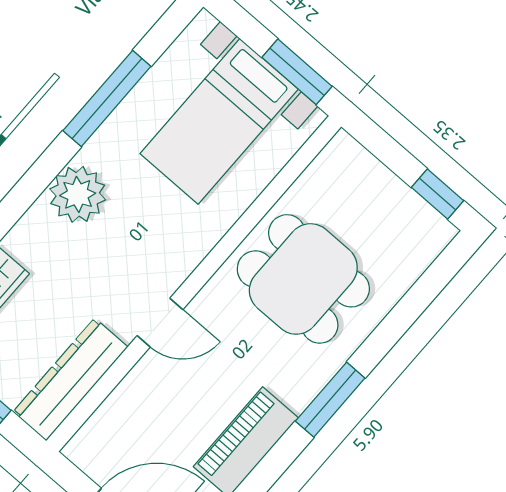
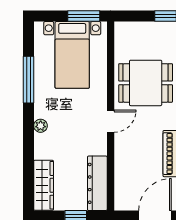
plant: (78, 194) -> (41, 126), width x0.53, depth x0.53
door: (160, 323) -> (111, 121), moved

